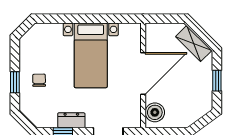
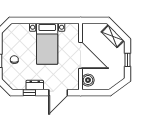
door: (143, 73) -> (81, 55), hinge flipped

